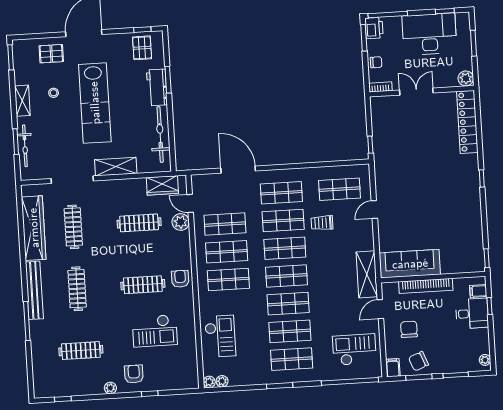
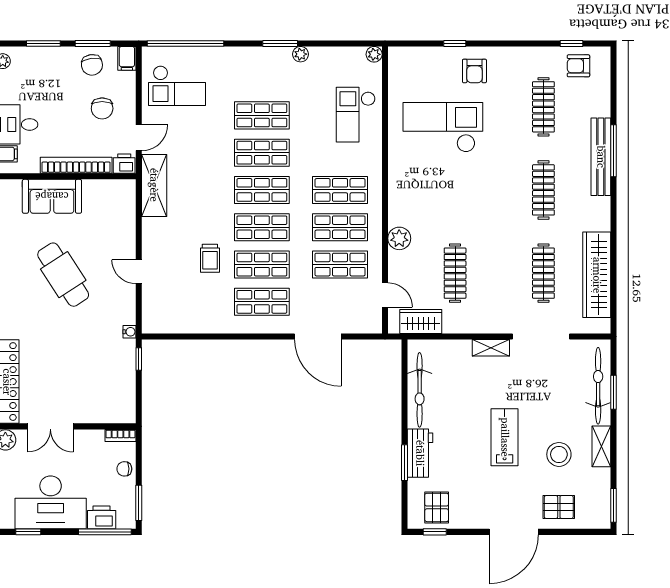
printer: (374, 28) -> (102, 517), moved, turned 90
double door: (416, 92) -> (50, 426), moved
stool: (54, 93) -> (559, 454), width x1.89, depth x1.89
lab bench: (95, 103) -> (505, 437), width x0.54, depth x0.72
bicycle: (25, 146) -> (598, 386), width x1.37, depth x1.40
water cooler: (378, 164) -> (129, 332), added
shelving: (116, 167) -> (491, 348), width x0.67, depth x0.75
shop shelf: (340, 189) -> (184, 302), removed
cafe table: (430, 204) -> (63, 275), added
door: (374, 210) -> (139, 272), swing flipped
plant: (181, 222) -> (399, 238), moved
clothes rail: (139, 223) -> (455, 273), turned 90
trolley: (322, 223) -> (210, 258), turned 90
sofa: (410, 264) -> (52, 196), moved, width x0.73
armchair: (180, 279) -> (578, 66), moved, turned 90
clothes rail: (143, 285) -> (455, 190), removed
printer: (390, 289) -> (124, 164), added
bench: (34, 290) -> (601, 157), moved
checkout: (155, 331) -> (443, 127), width x1.36, depth x1.21
clothes rail: (81, 351) -> (543, 107), turned 90
shop shelf: (292, 359) -> (262, 78), removed
chair: (419, 361) -> (92, 65), turned 104
plant: (222, 381) -> (301, 54), moved
plant: (110, 388) -> (507, 54), removed

